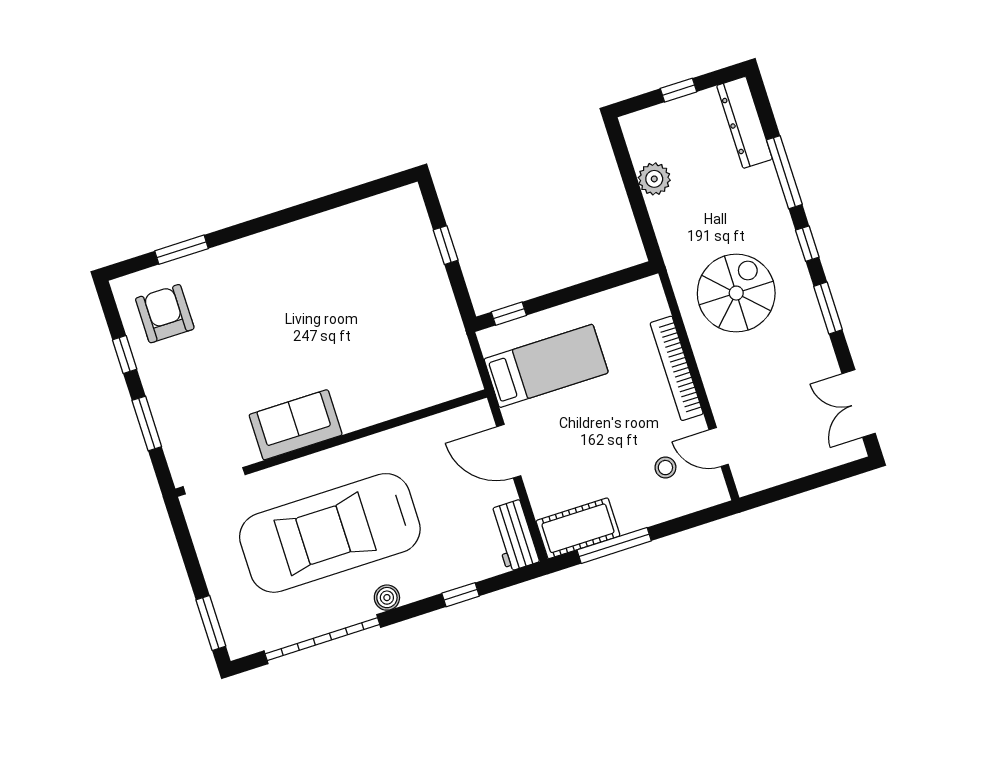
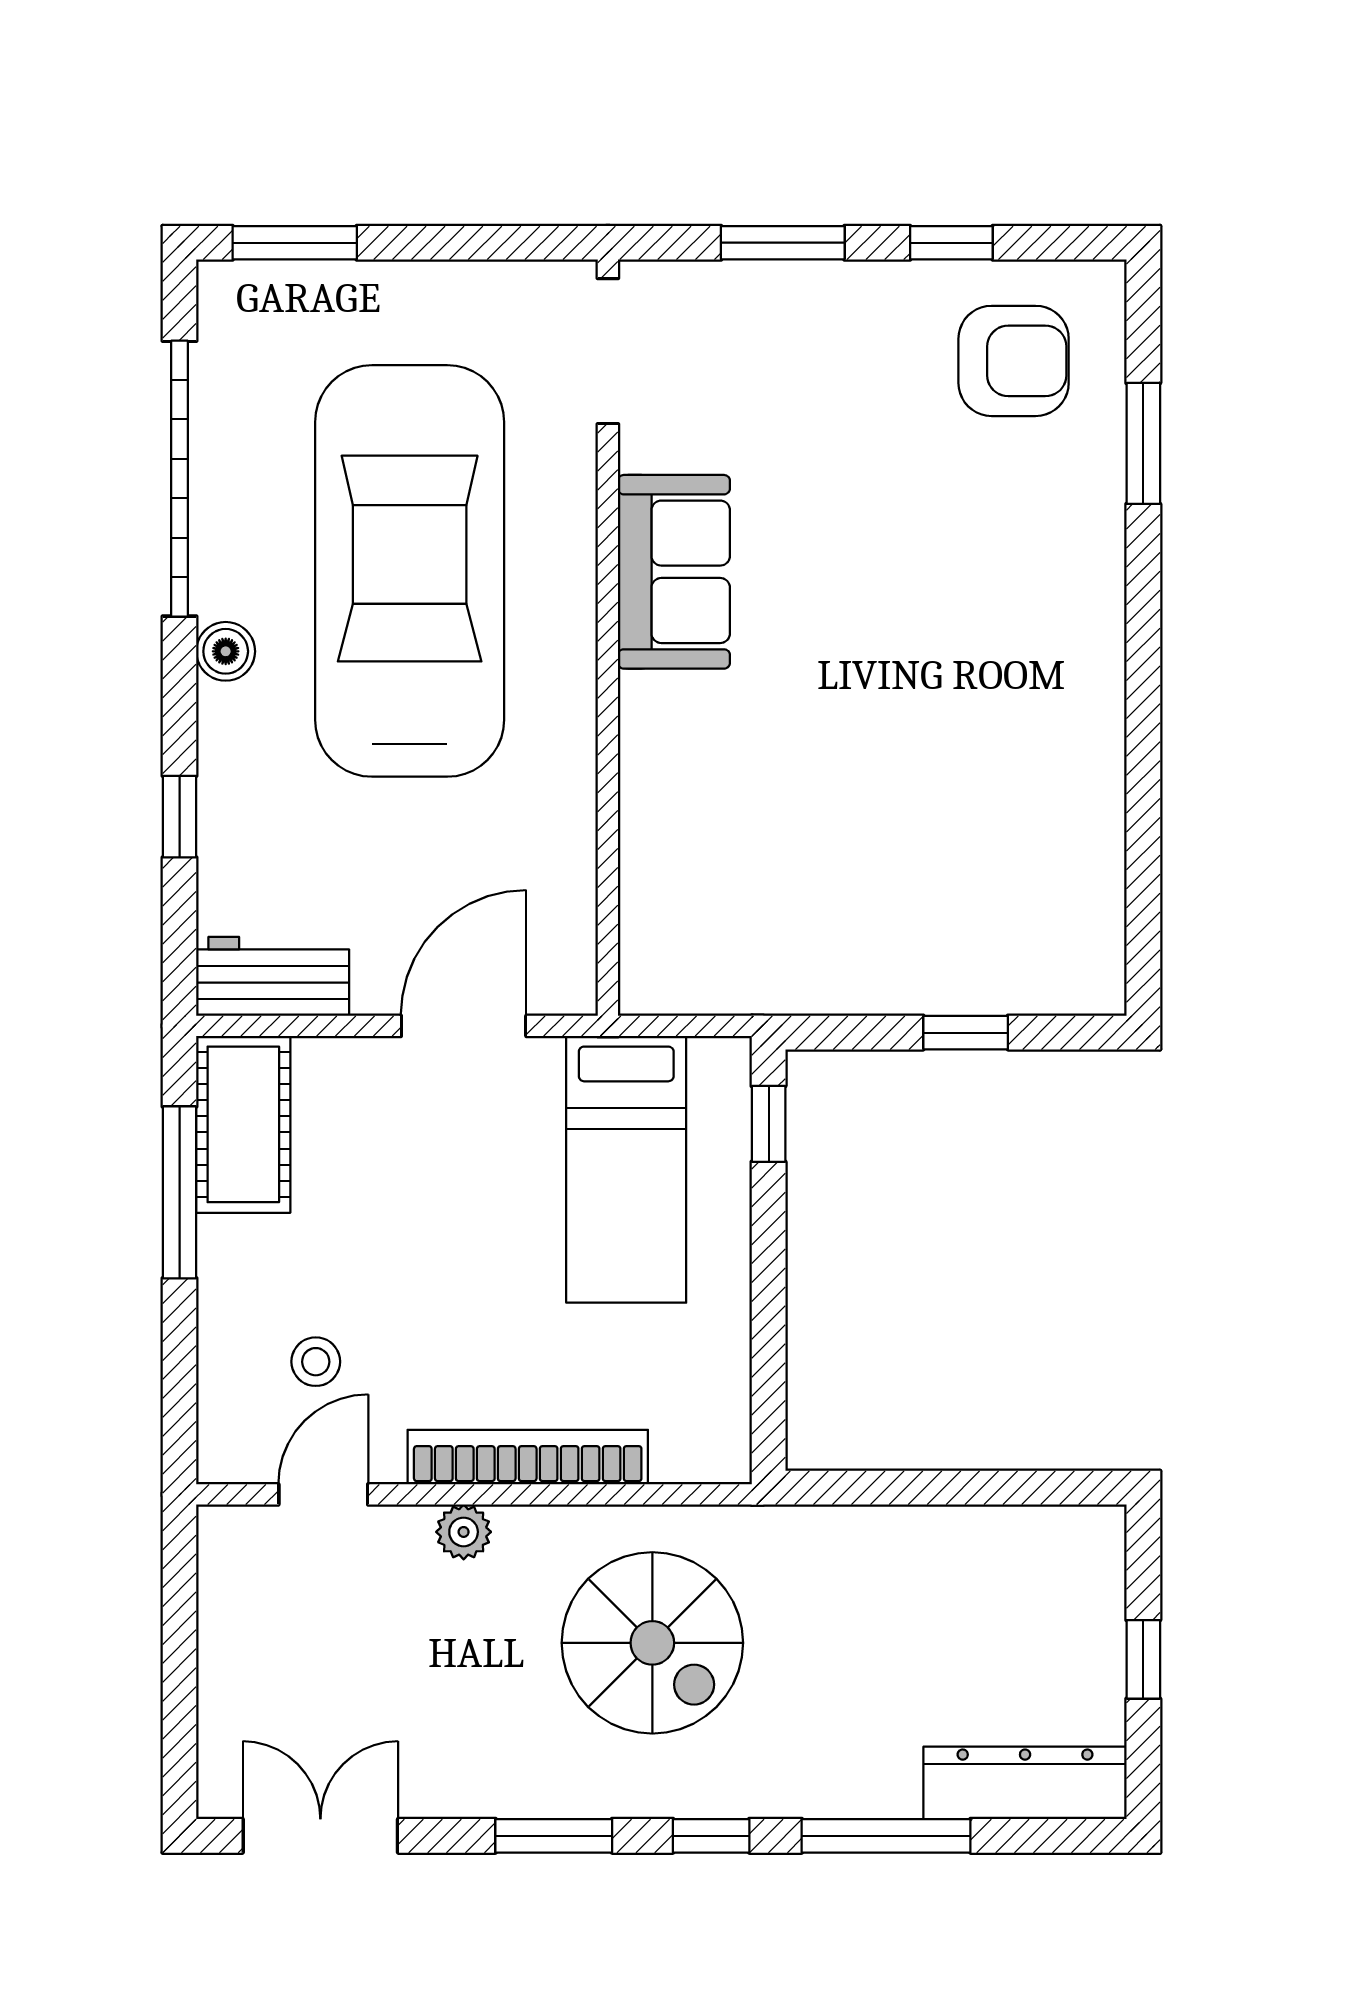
plant: (654, 179) -> (464, 1532), moved, width x0.73, depth x0.73

